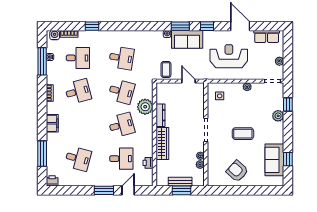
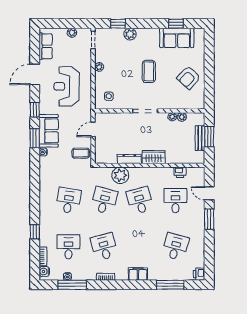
wardrobe: (162, 143) -> (154, 157), width x0.67

